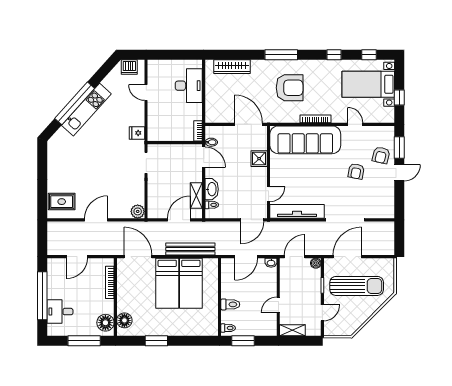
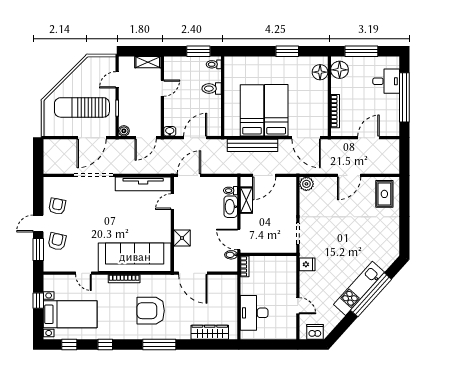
armchair: (356, 171) -> (57, 206), moved
rug: (62, 202) -> (384, 194), turned 90

